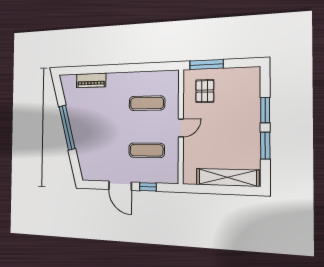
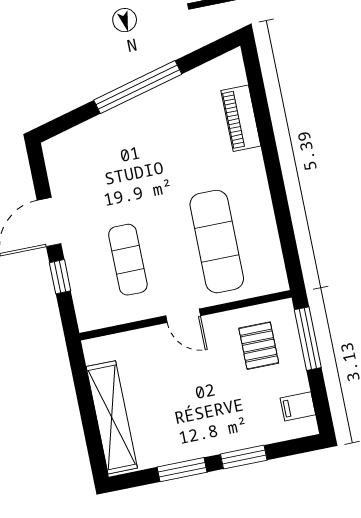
filing cabinet: (242, 76) -> (298, 406), added
pallet: (205, 91) -> (259, 346), turned 90
exercise mat: (147, 103) -> (217, 242), width x1.36, depth x1.45

